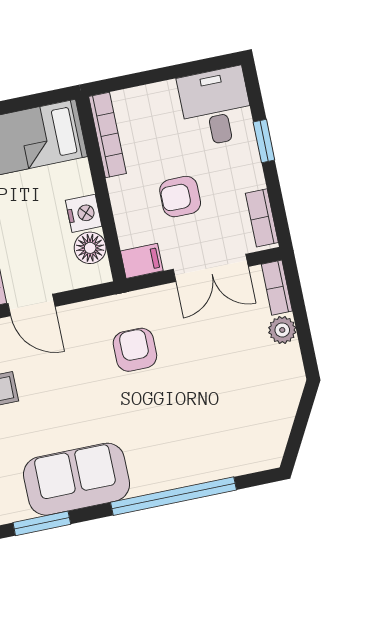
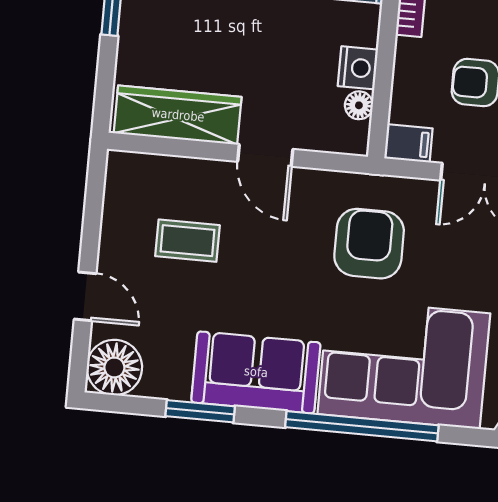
floor lamp: (90, 248) -> (359, 105), width x0.73, depth x0.73
armchair: (135, 350) -> (369, 244), width x1.38, depth x1.38
corner sofa: (192, 436) -> (404, 364), added

